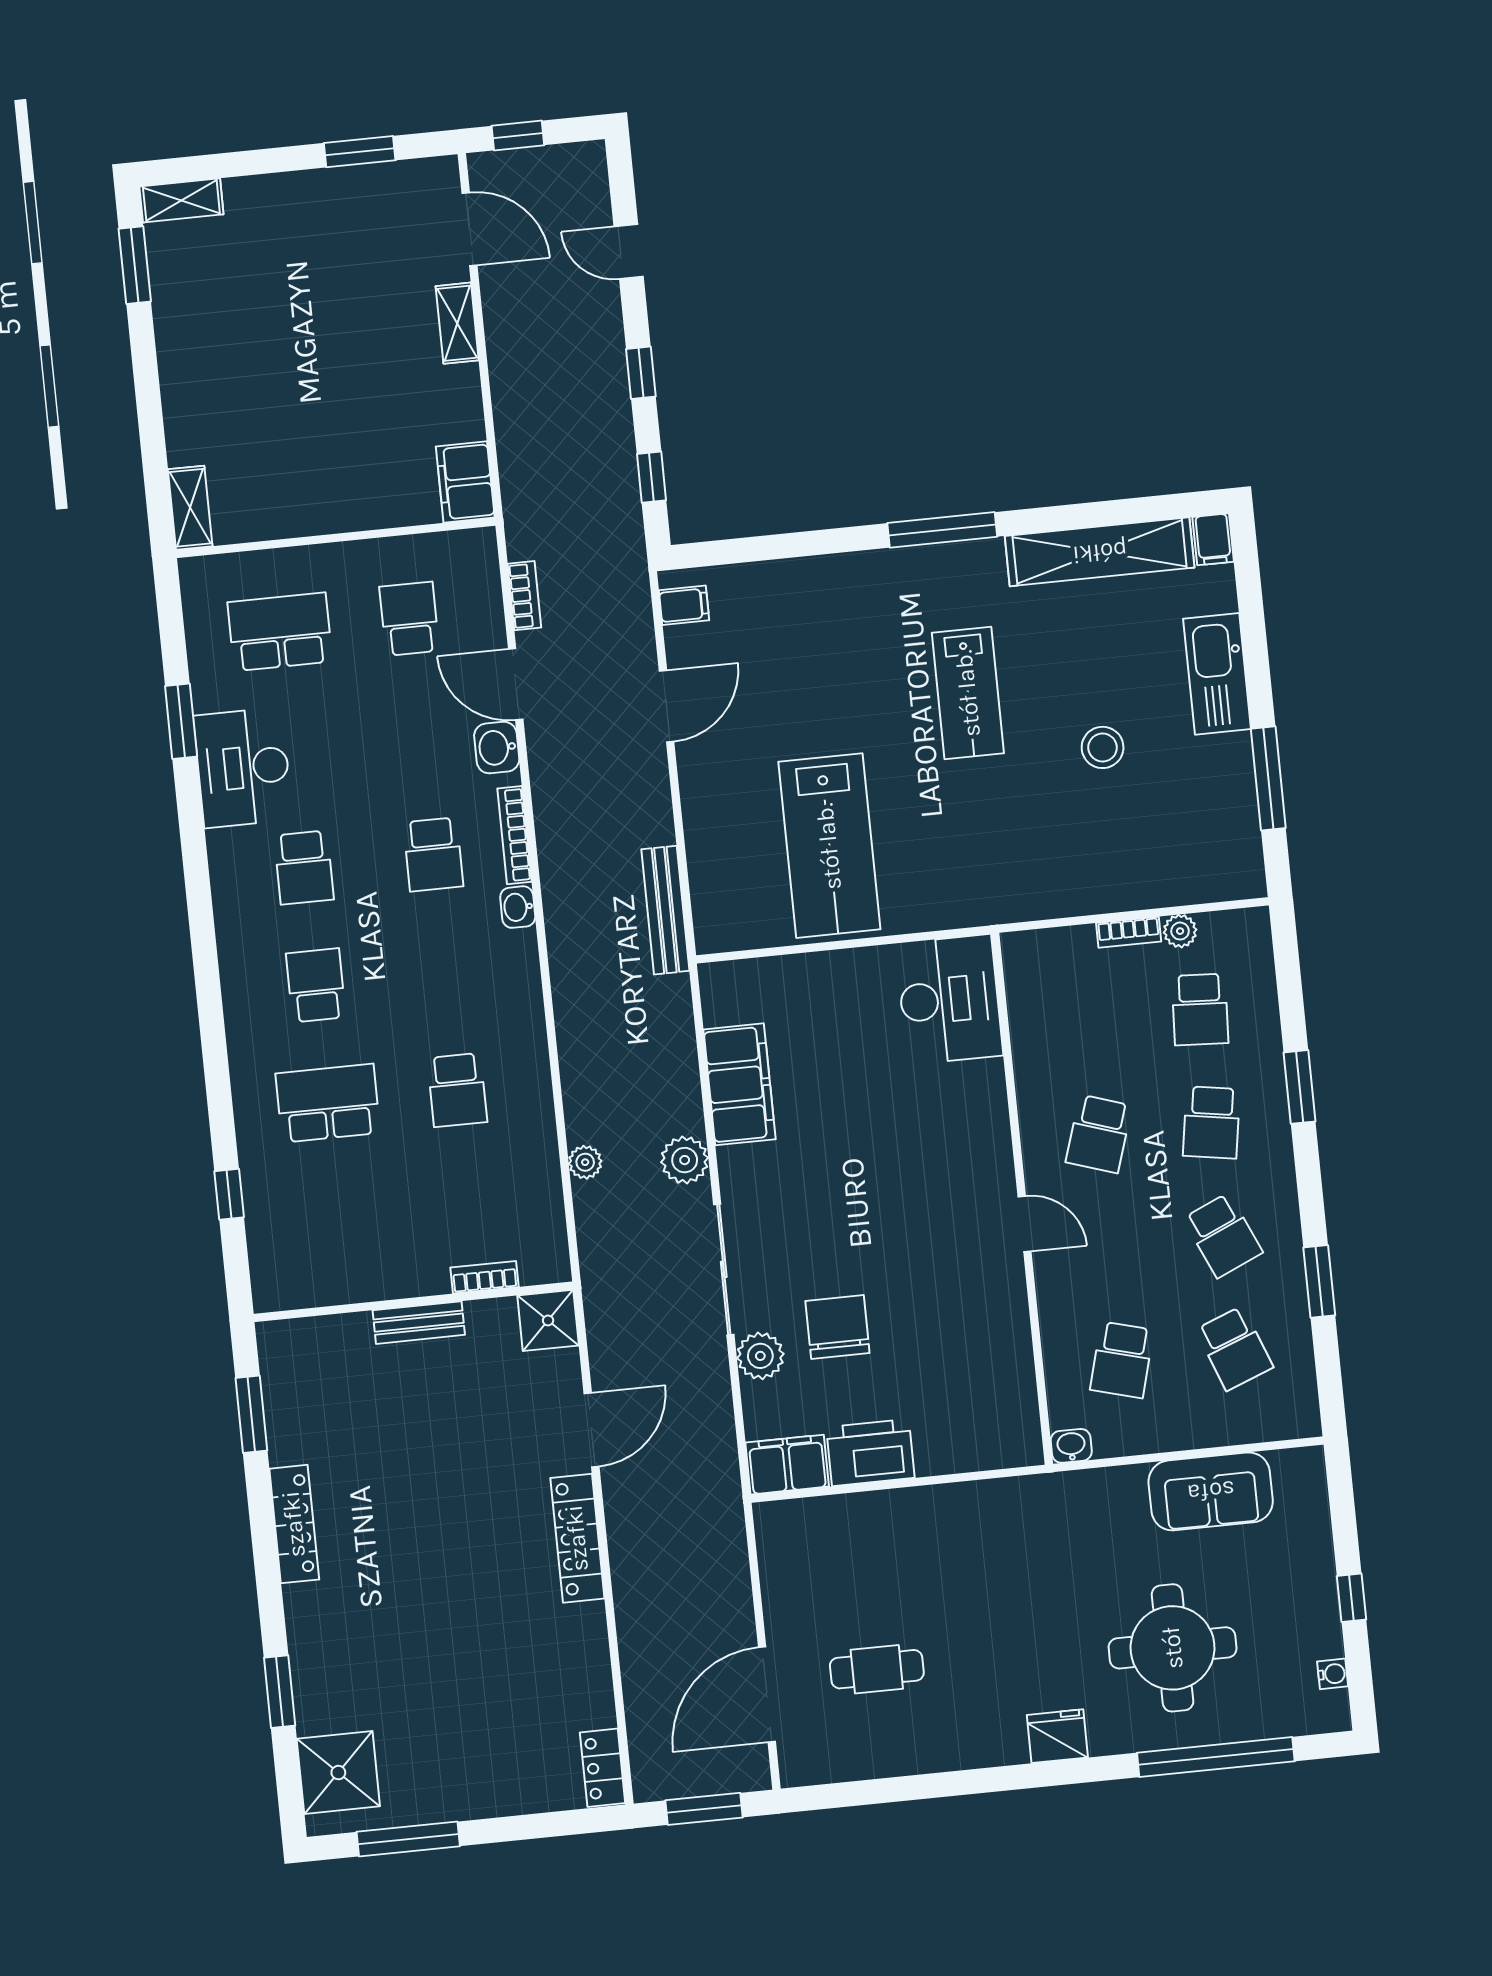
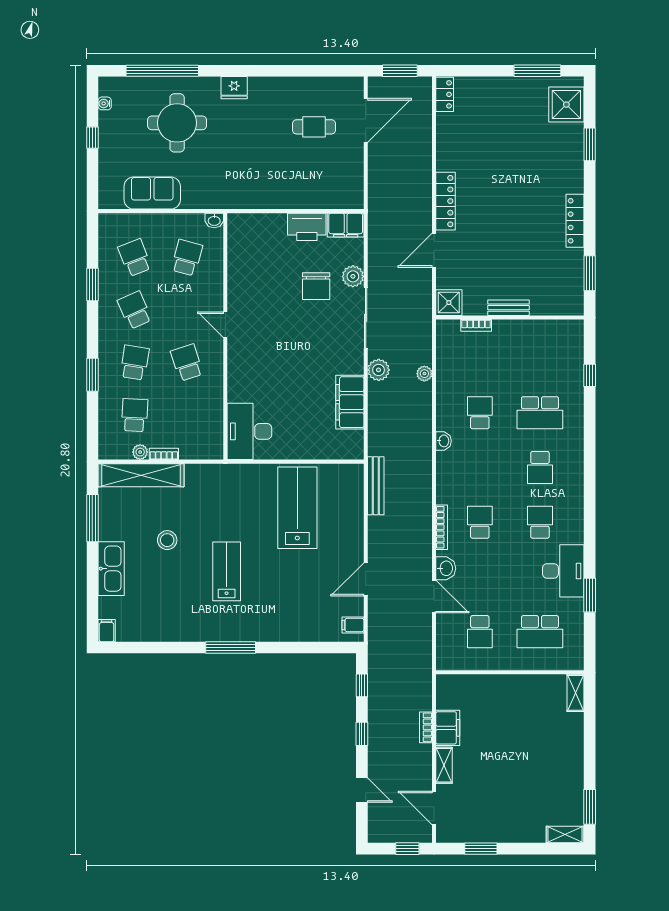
filing cabinet: (465, 482) -> (448, 728), moved
shelving: (1100, 552) -> (141, 475), moved
bookcase: (524, 596) -> (426, 727), moved
washbasin: (518, 907) -> (443, 441), moved
school desk: (1099, 1134) -> (187, 363), turned -36

